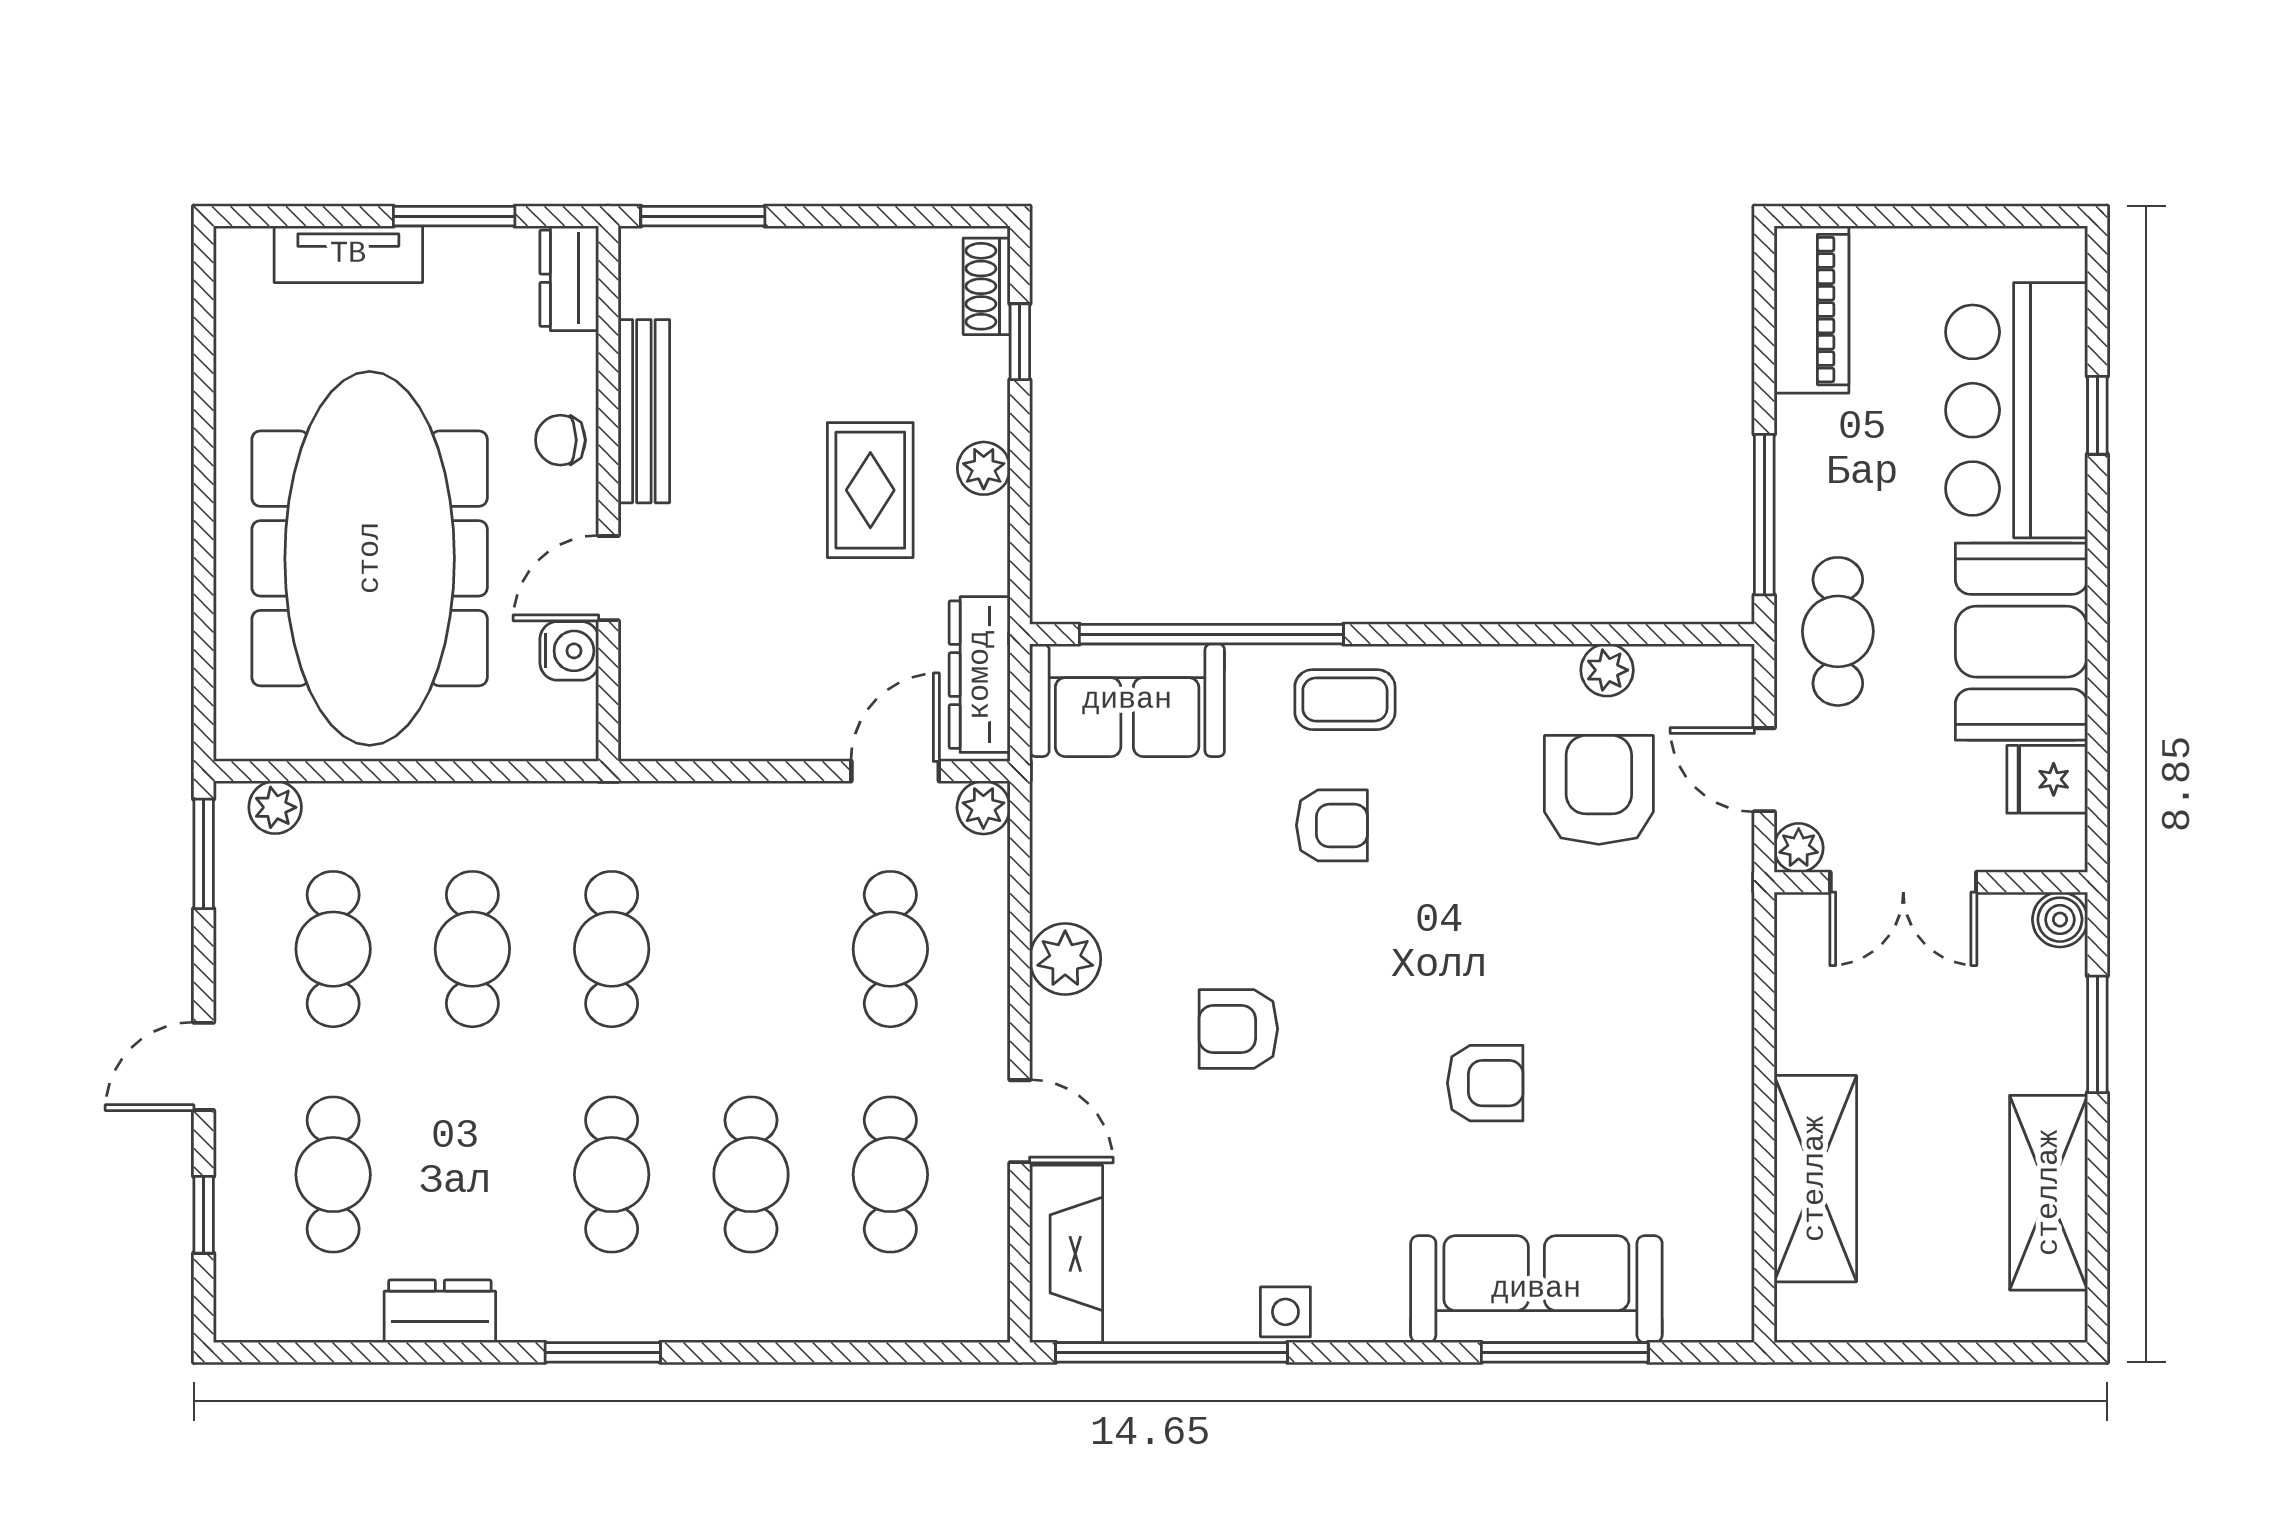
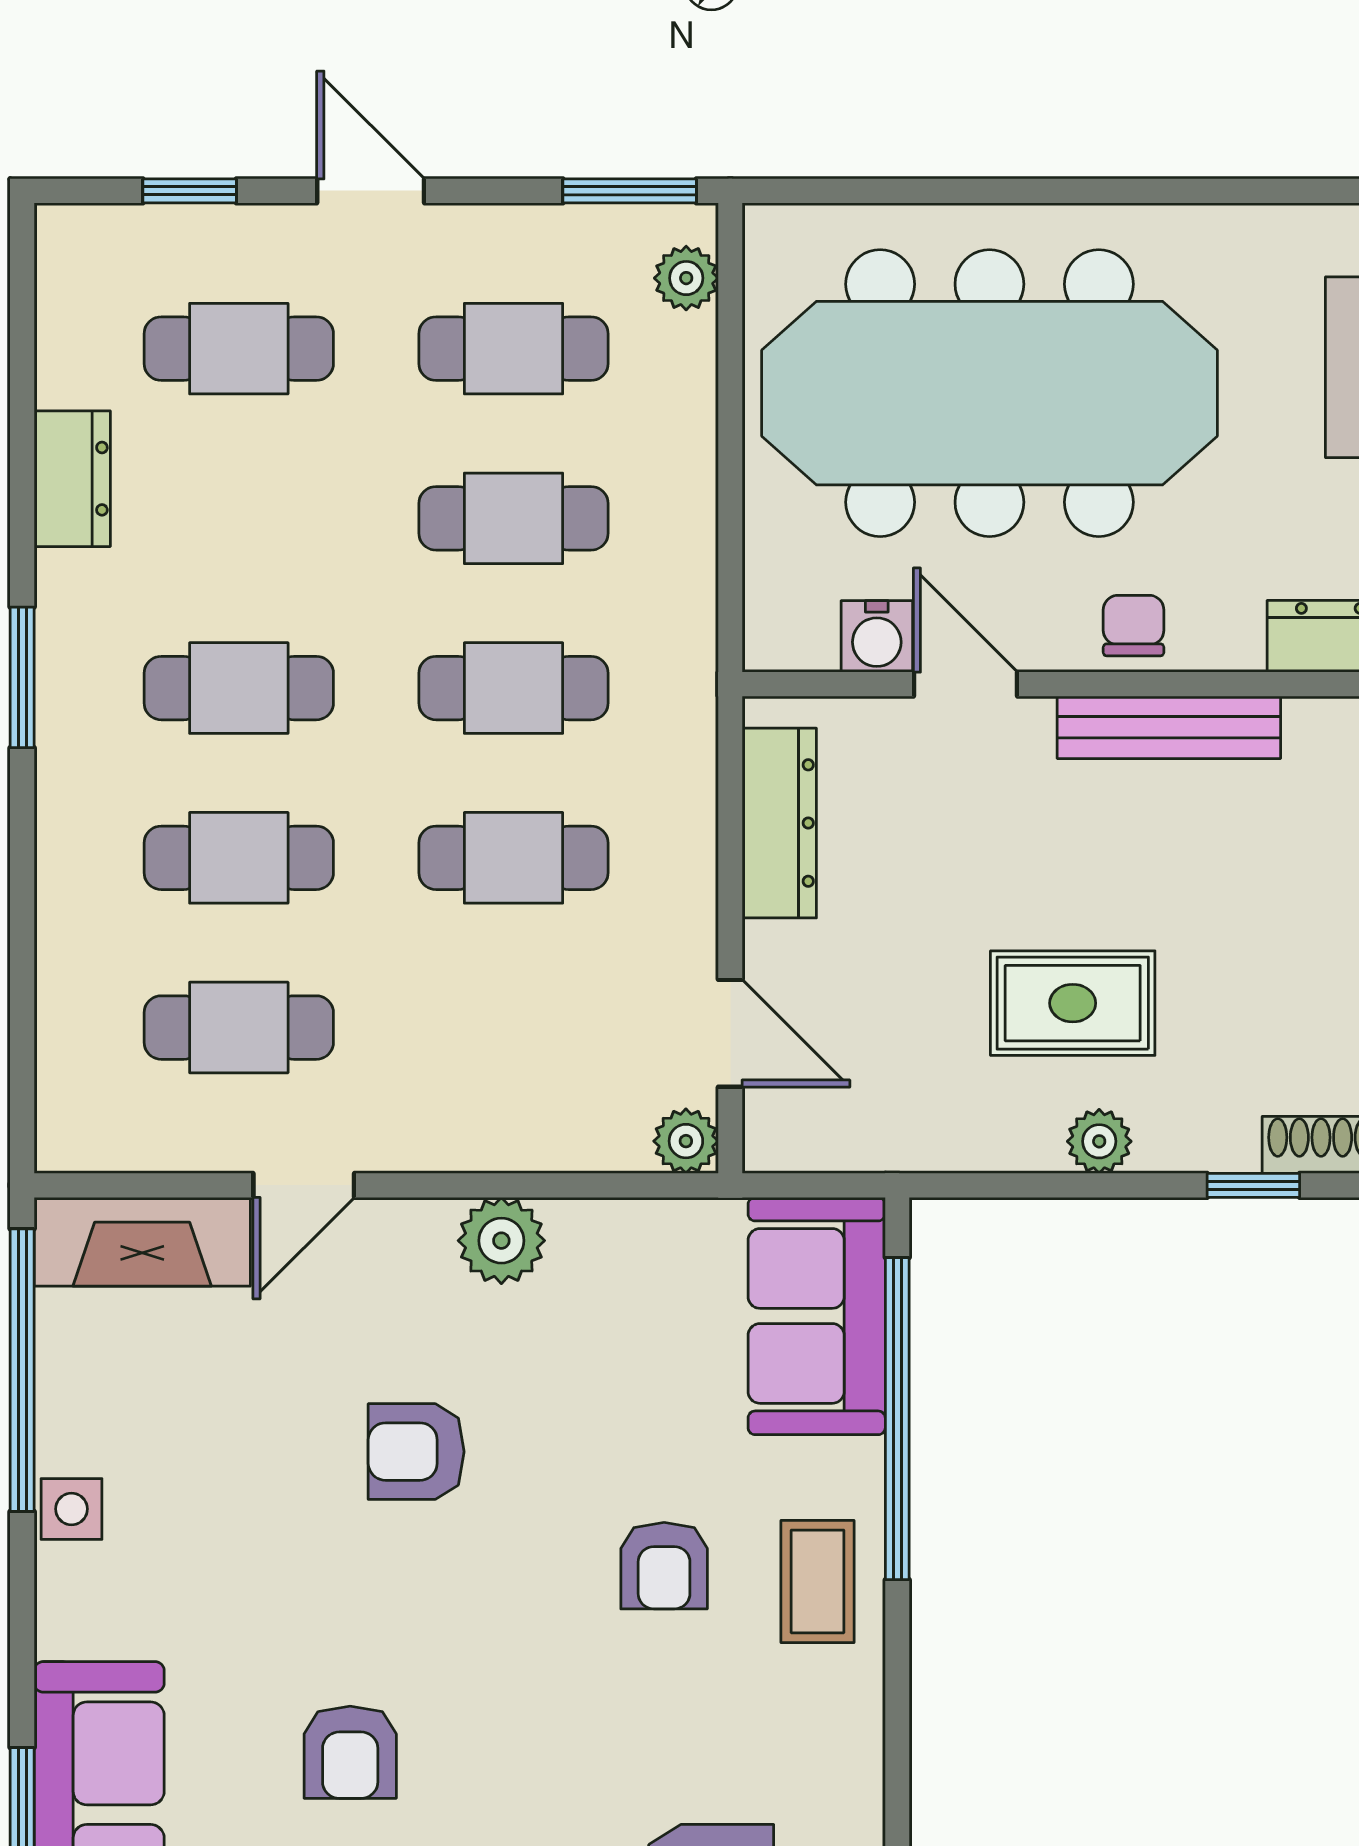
dresser: (980, 675) -> (779, 823), moved, turned 90
cafe table: (890, 949) -> (513, 858), moved
armchair: (1238, 1029) -> (416, 1452), turned -90

